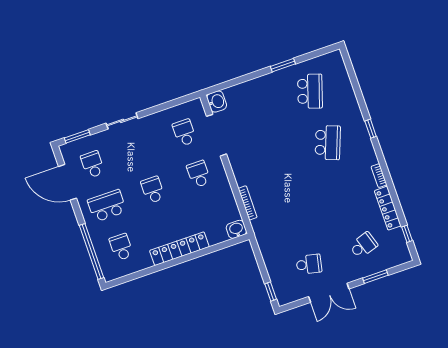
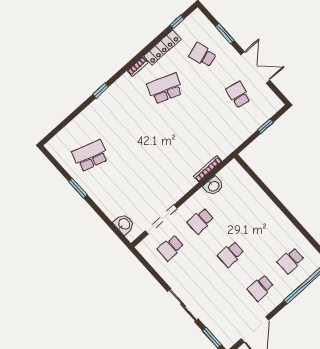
washbasin: (217, 102) -> (124, 224), moved, turned 90
sliding door: (122, 121) -> (183, 305), width x1.37
school desk: (328, 143) -> (165, 89), moved
school desk: (93, 164) -> (231, 315), removed
school desk: (107, 206) -> (261, 288), width x0.54
washbasin: (236, 229) -> (213, 186), moved, turned -90
locker: (179, 249) -> (271, 211), removed
window: (271, 292) -> (265, 126), moved

